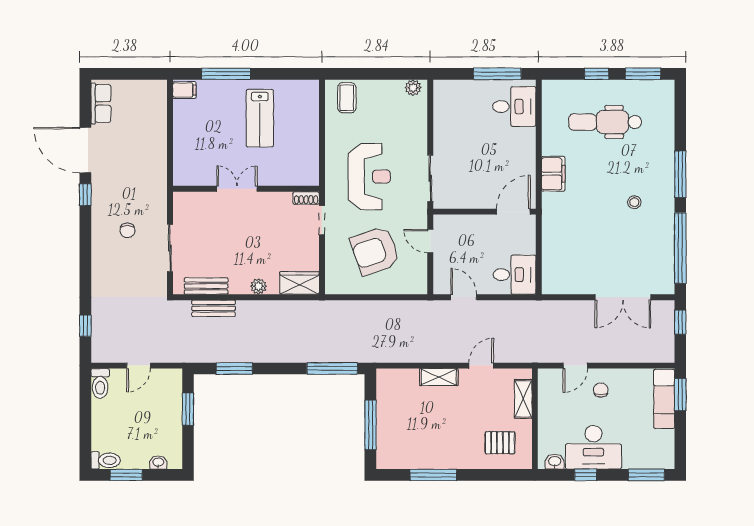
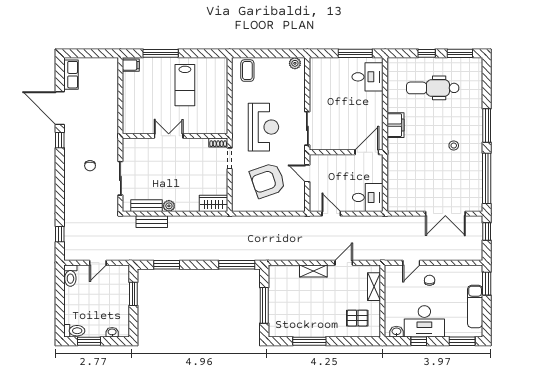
plant: (258, 286) -> (169, 206), moved
exam couch: (664, 399) -> (475, 306), moved

